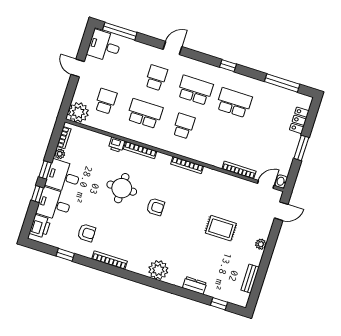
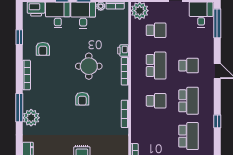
window: (143, 280) -> (19, 108), added

